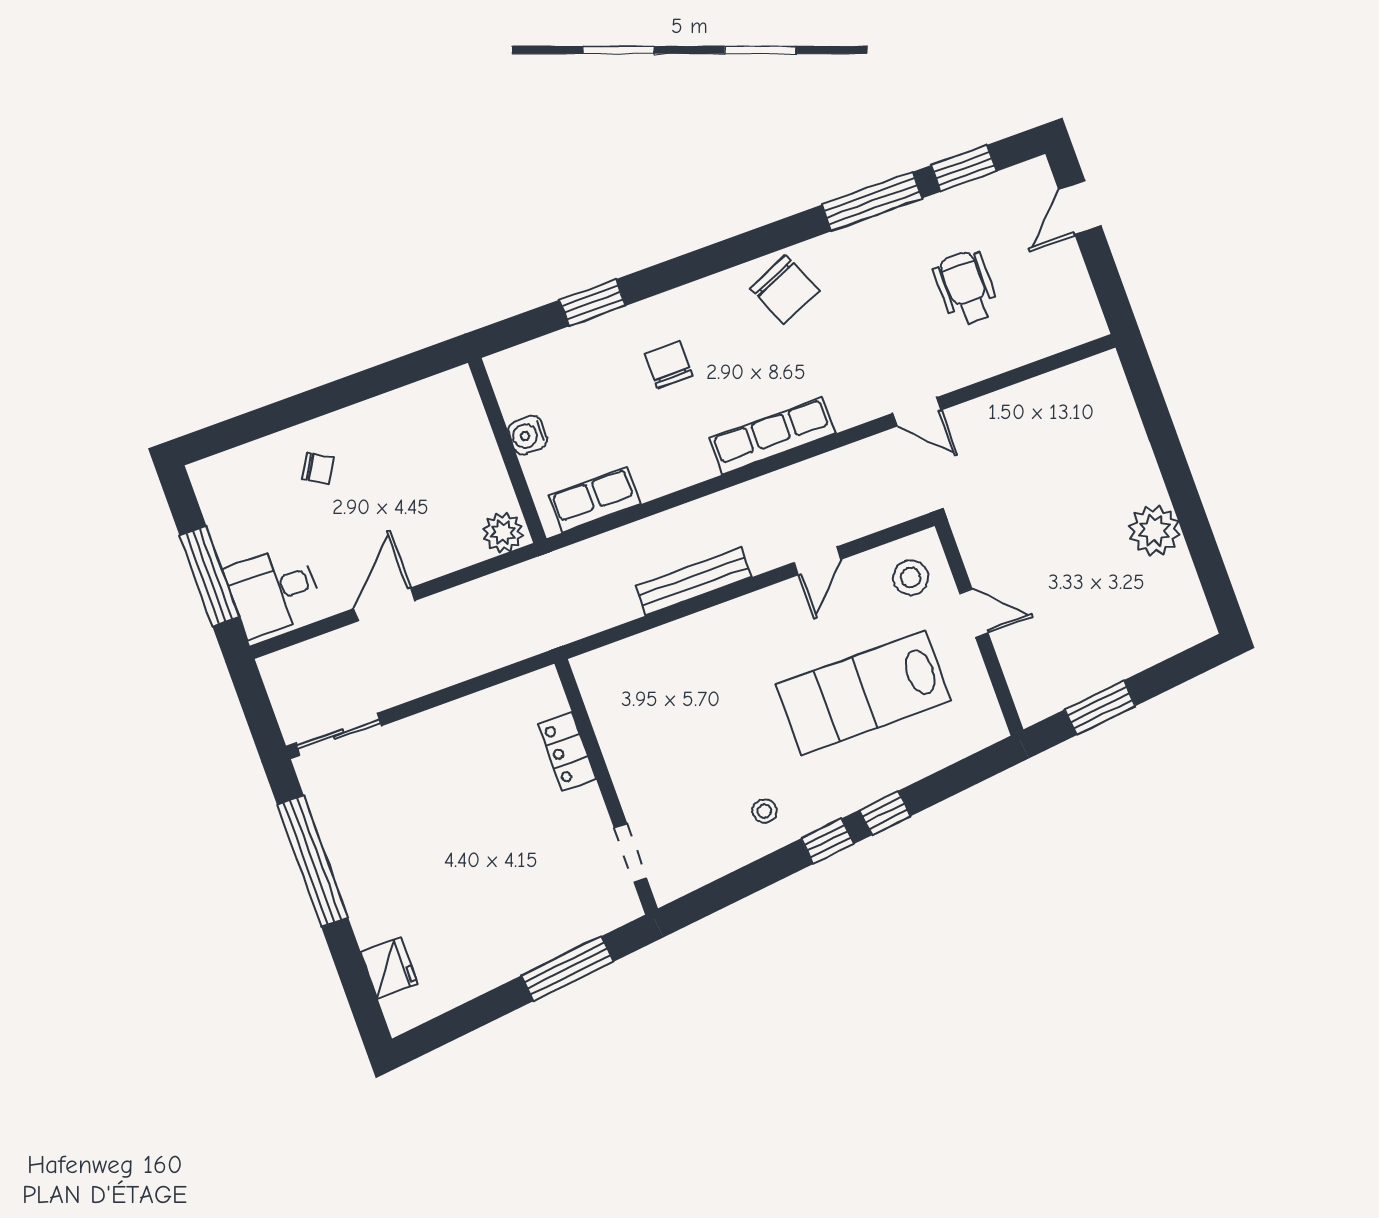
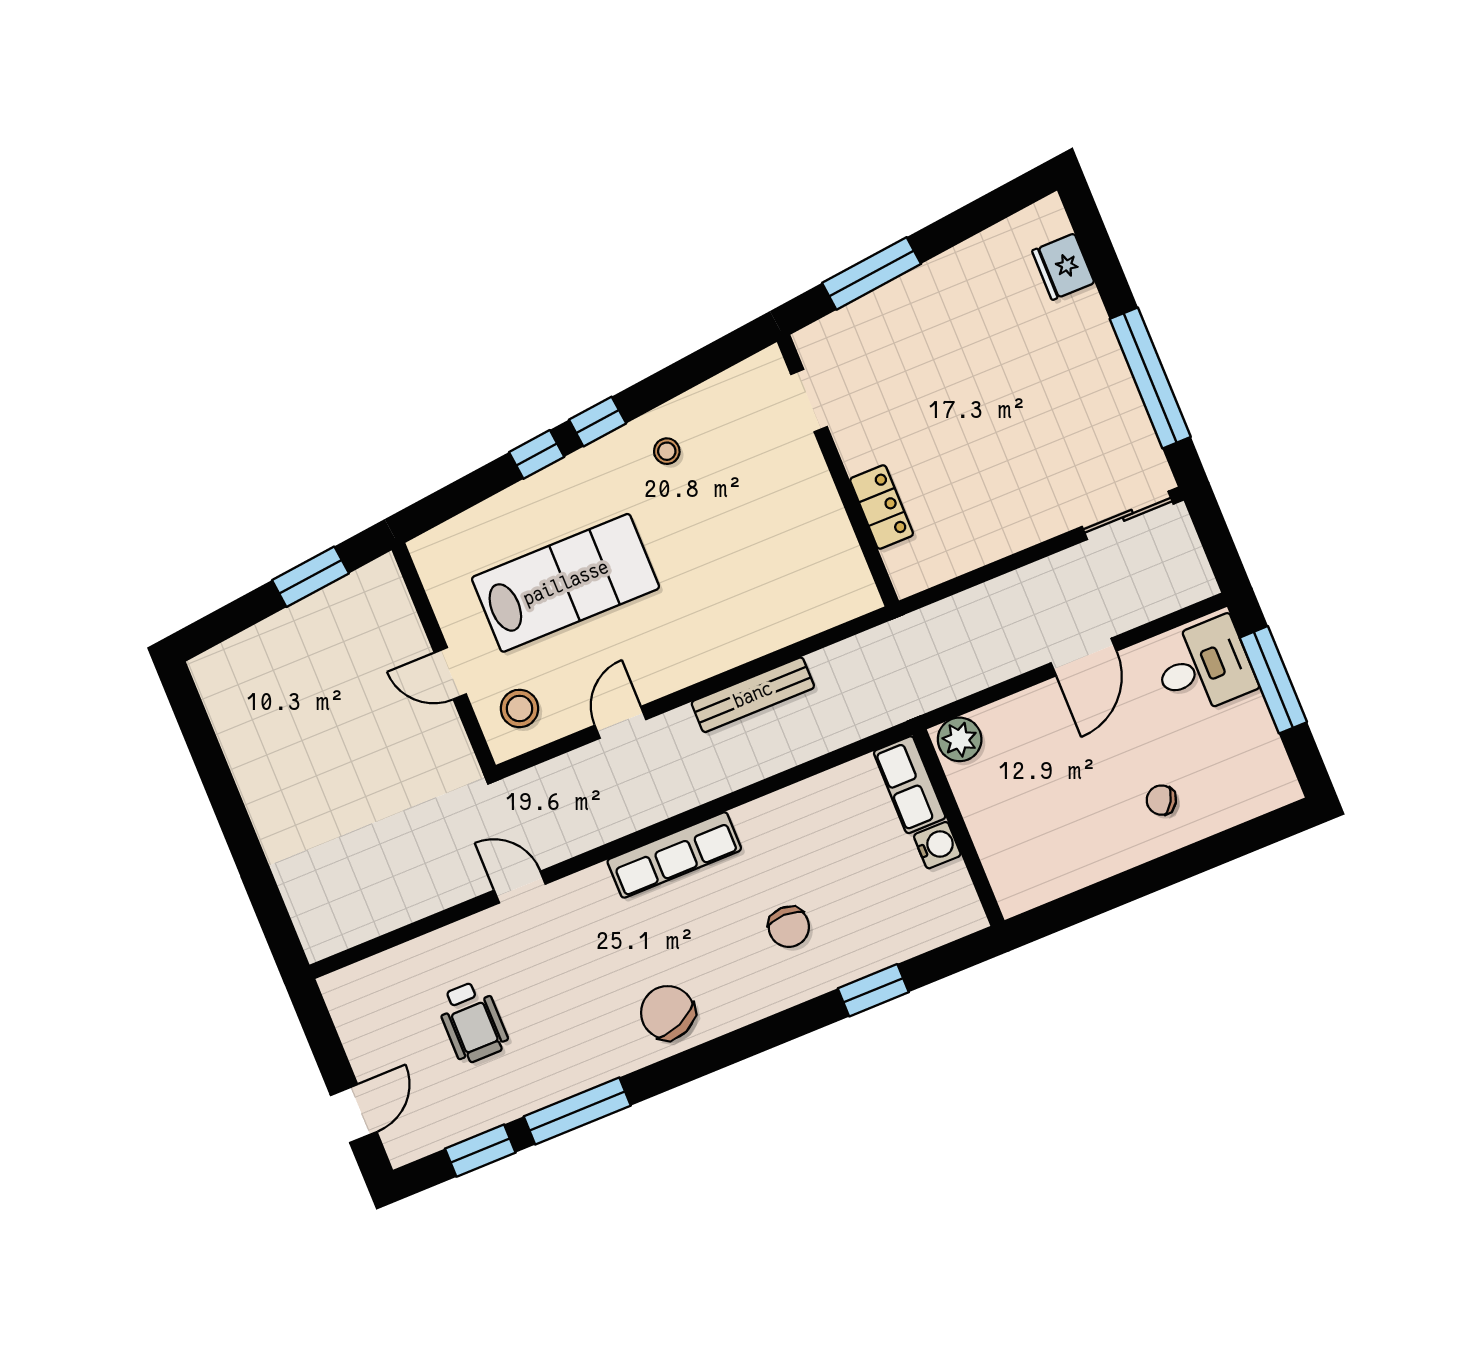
row of seats: (595, 500) -> (910, 785), moved, turned 90
plant: (1154, 530) -> (260, 770), removed

